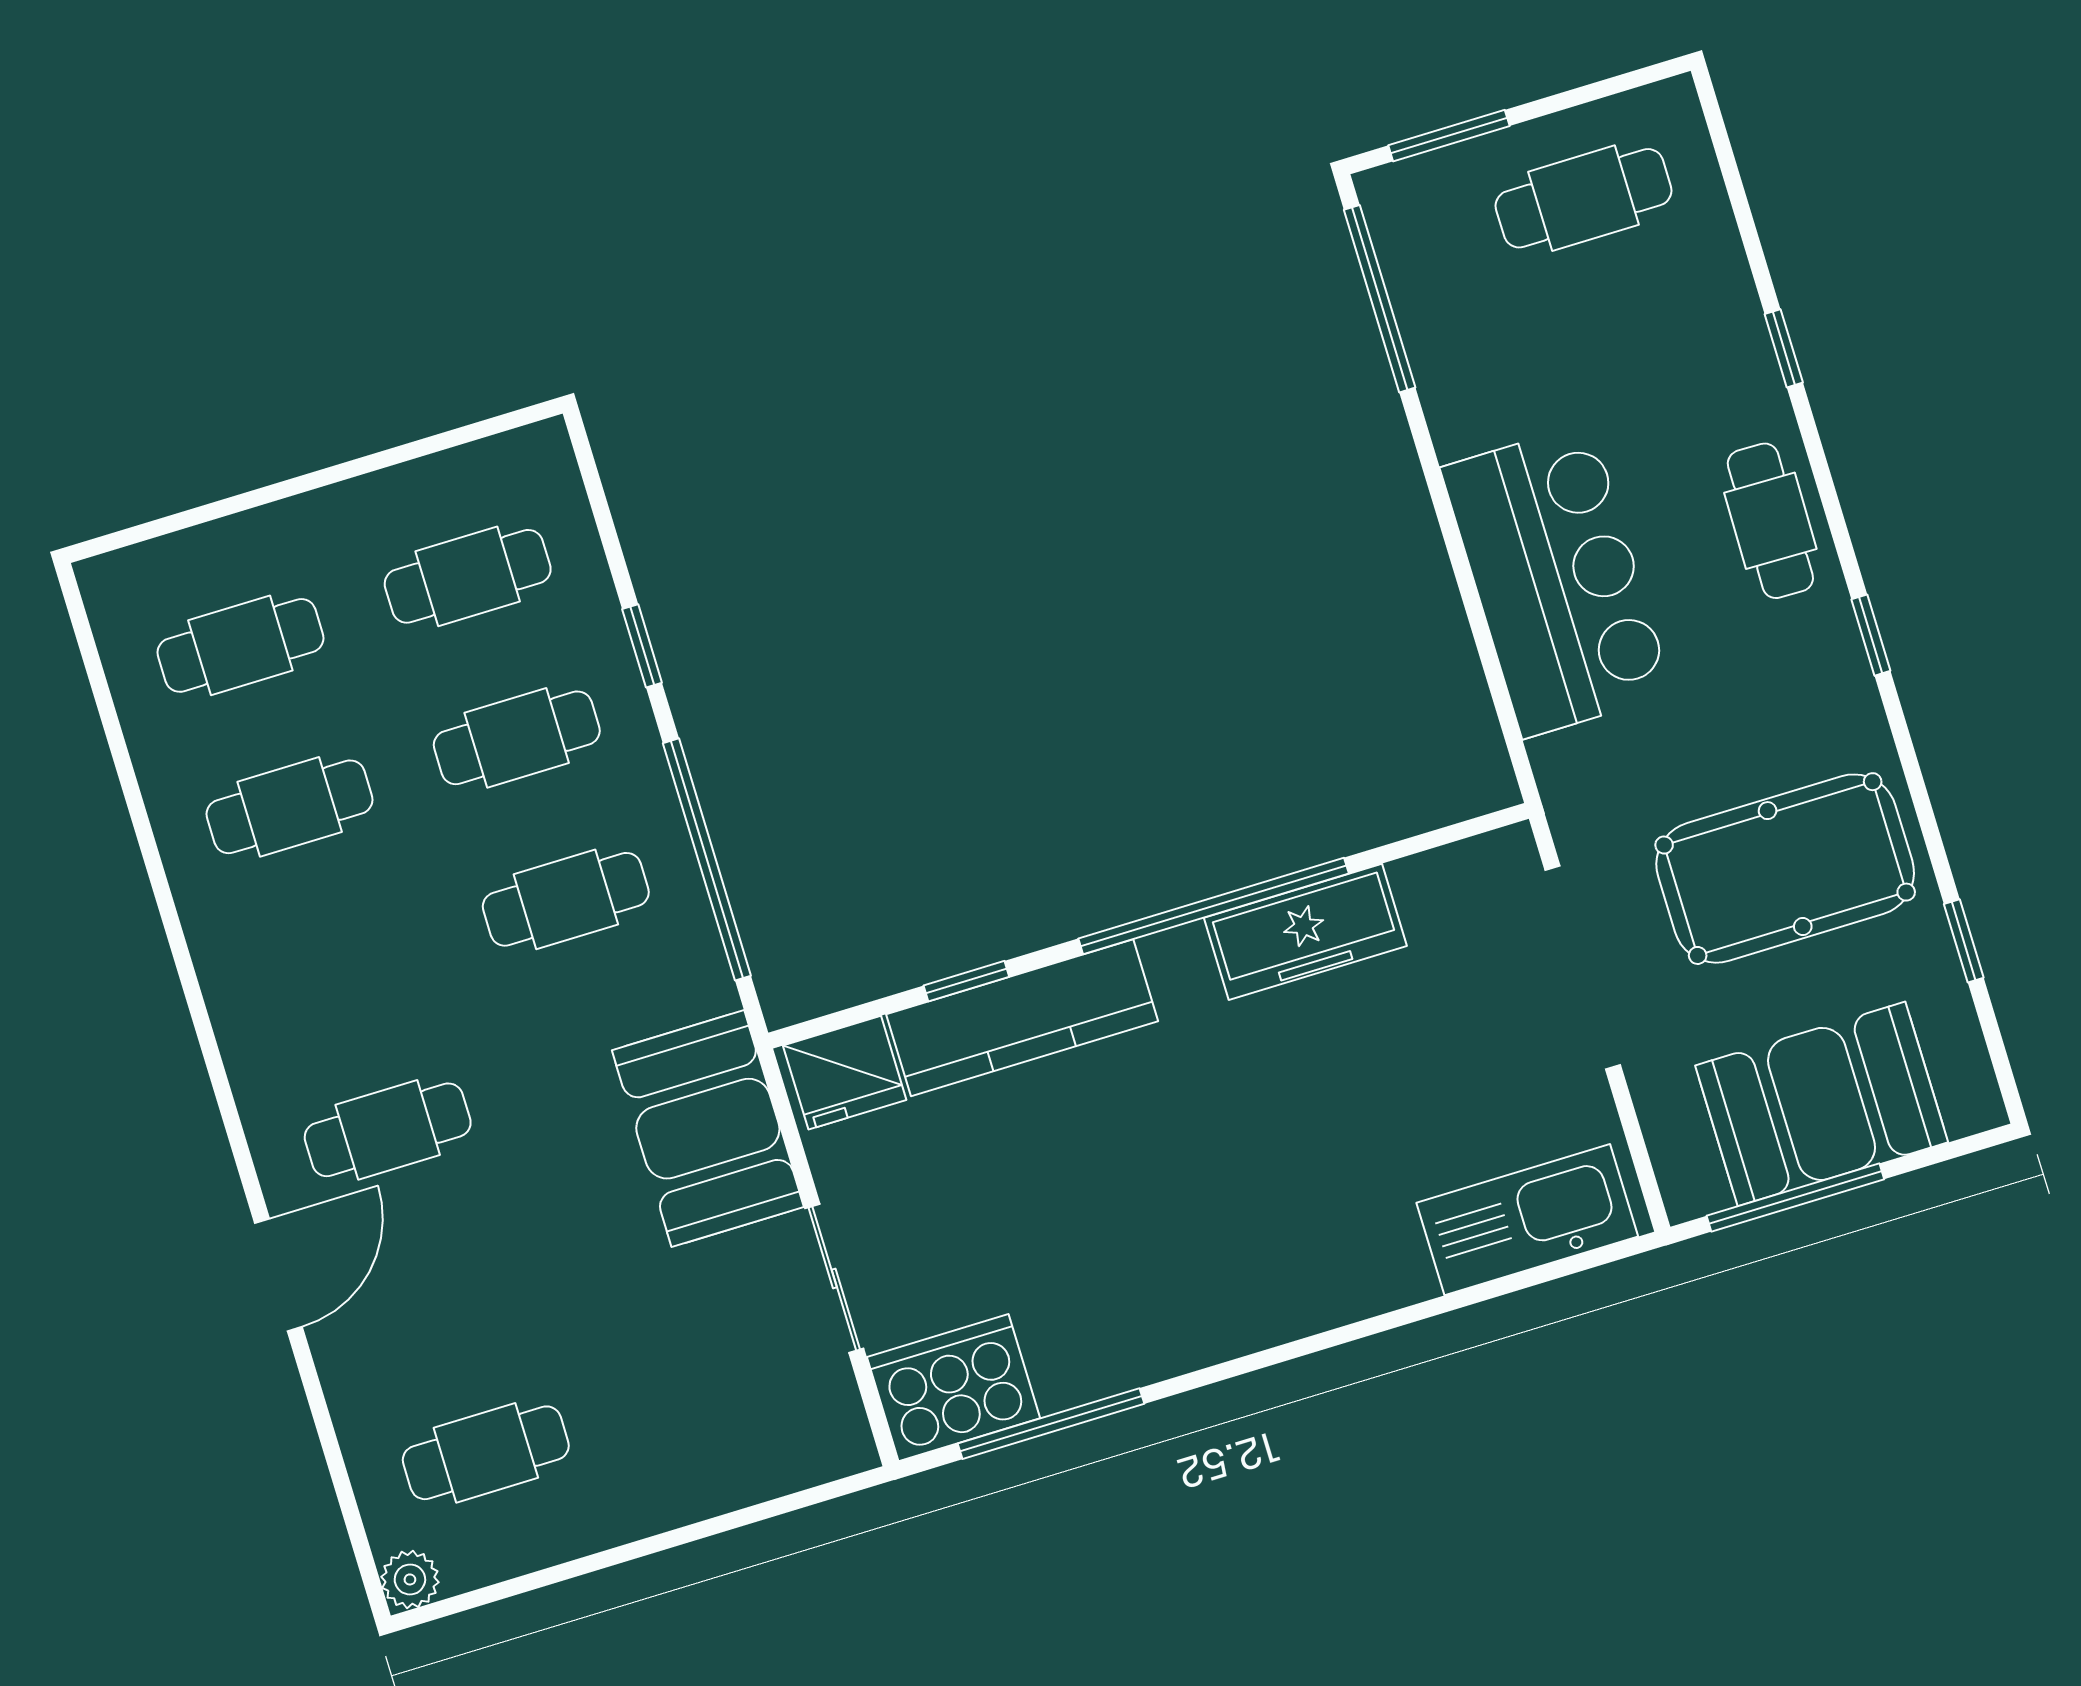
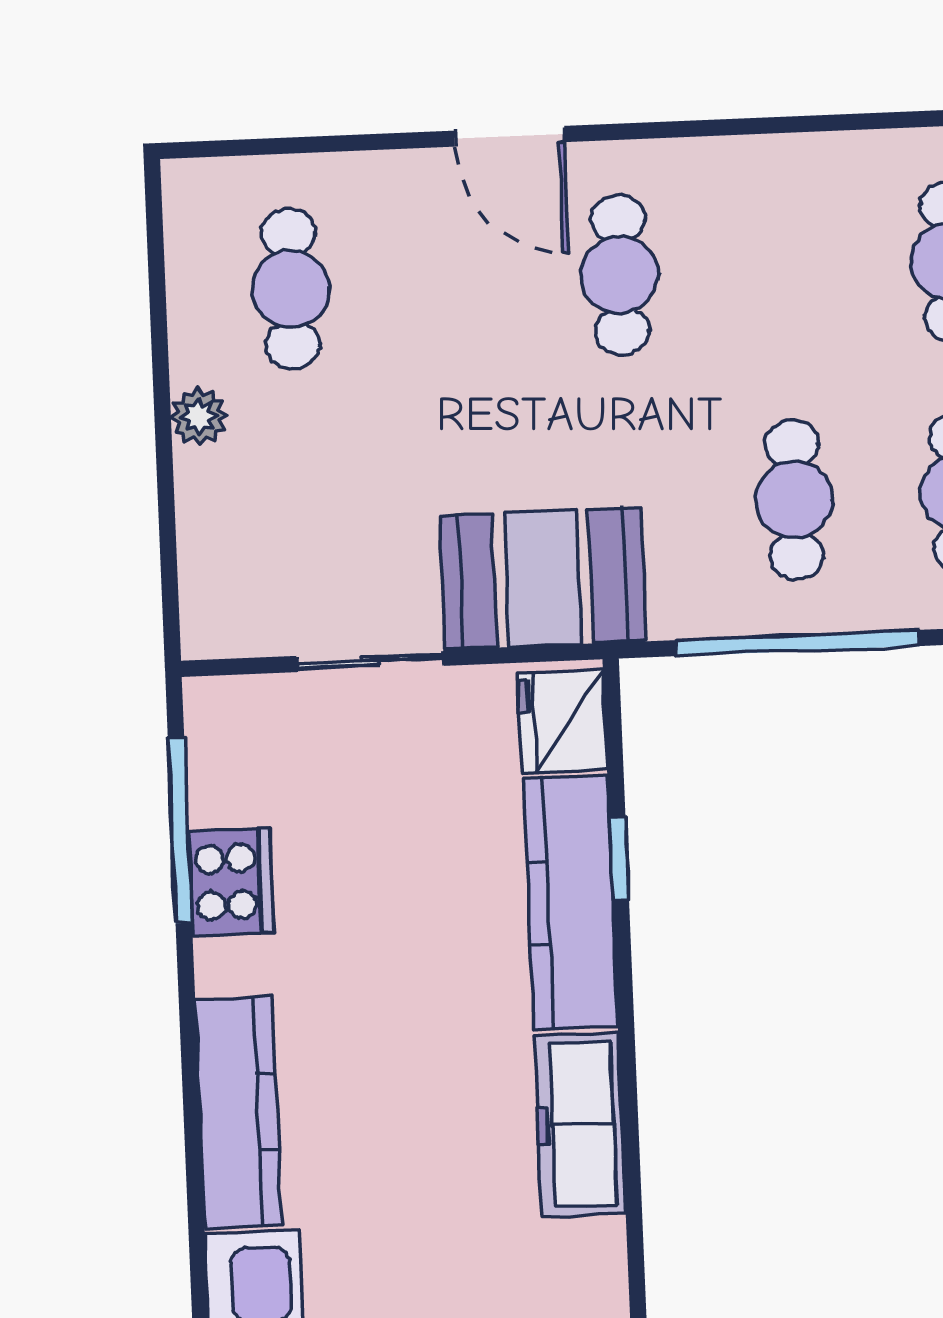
window: (1214, 906) -> (630, 1110), removed
freezer: (1305, 932) -> (580, 1124), moved
kitchen counter: (1315, 1294) -> (238, 1112), added
cooker: (953, 1388) -> (231, 882), moved, width x0.73, depth x0.76
plant: (410, 1579) -> (199, 417), moved

